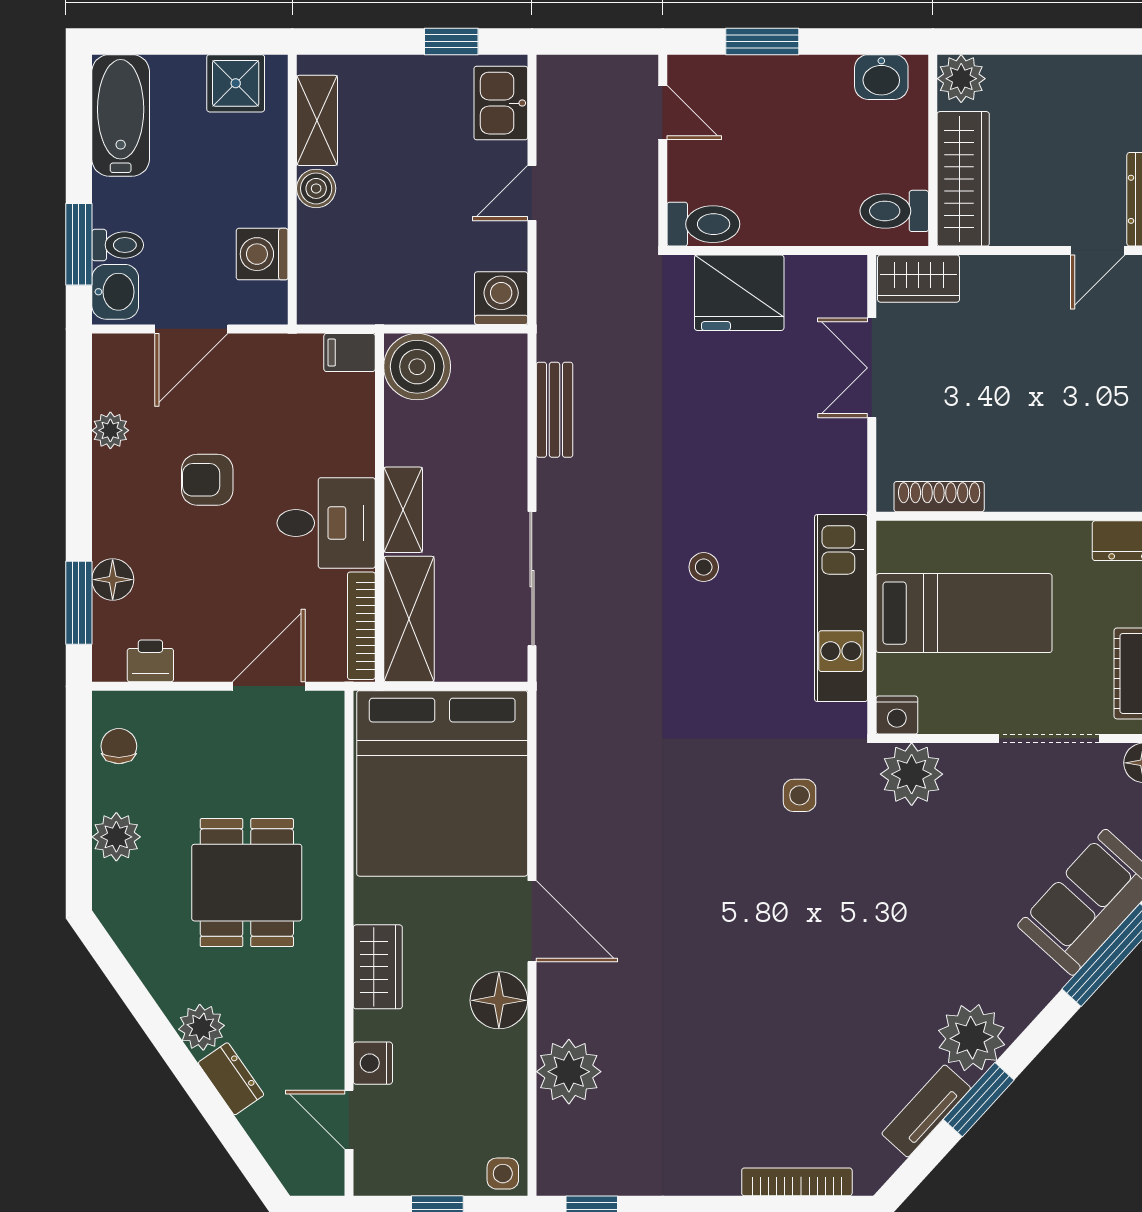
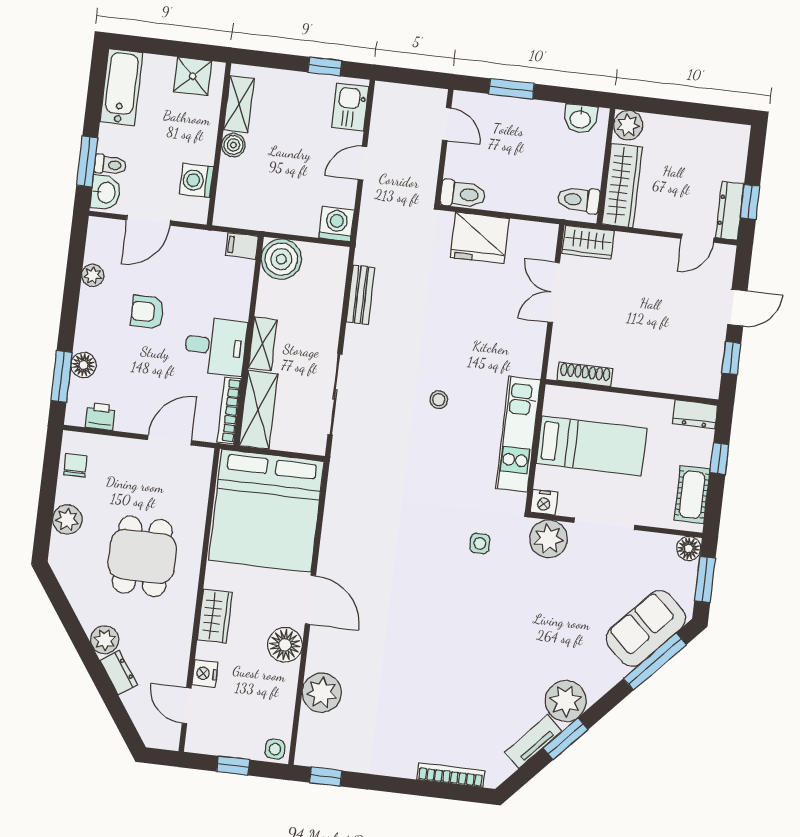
doorway: (1049, 739) -> (604, 524), moved

